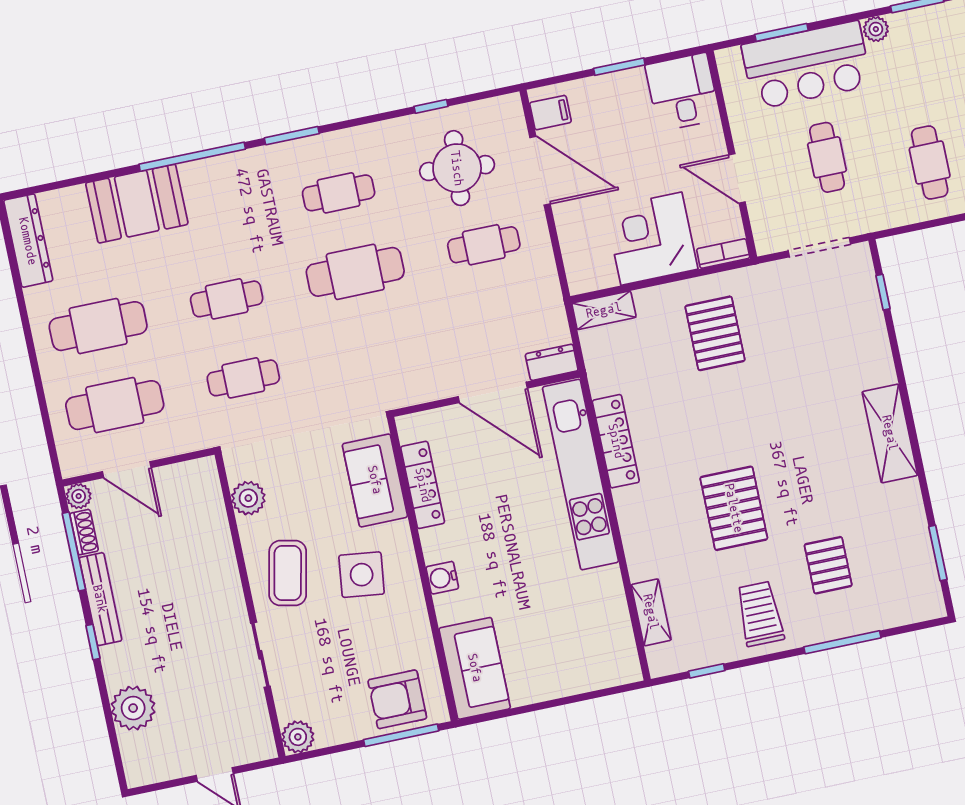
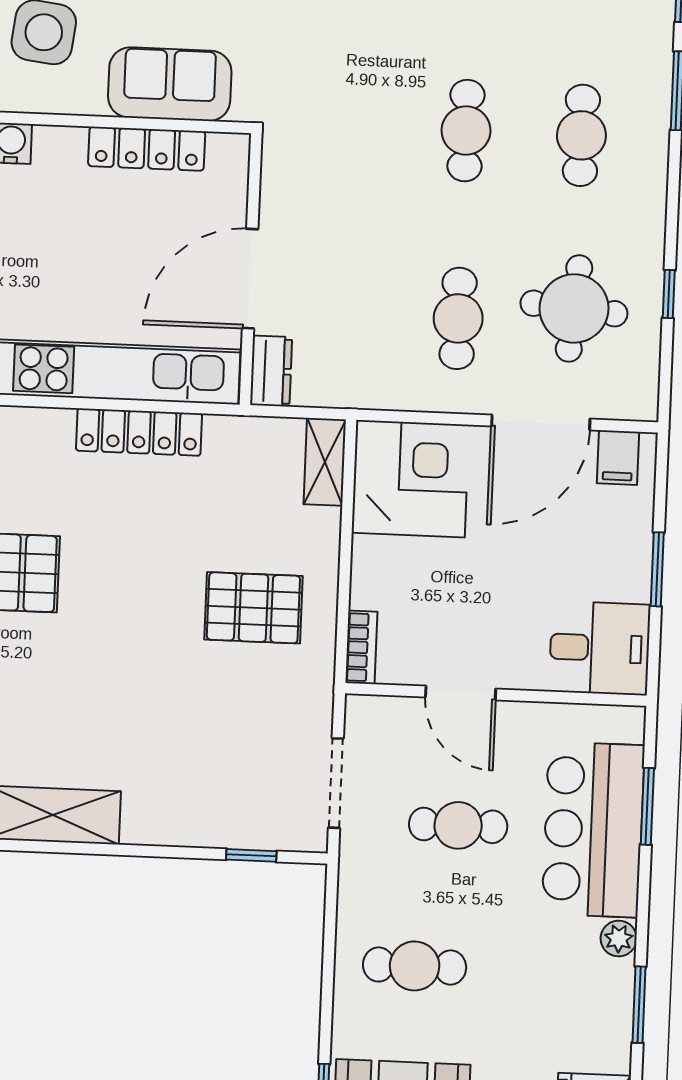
door: (737, 178) -> (461, 693), swing flipped
corner desk: (651, 239) -> (410, 479), moved
cafe table: (355, 272) -> (466, 131), width x0.73, depth x0.74

